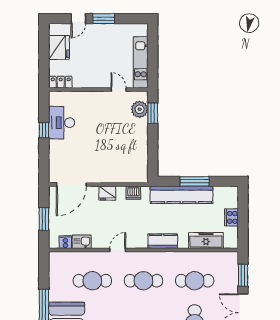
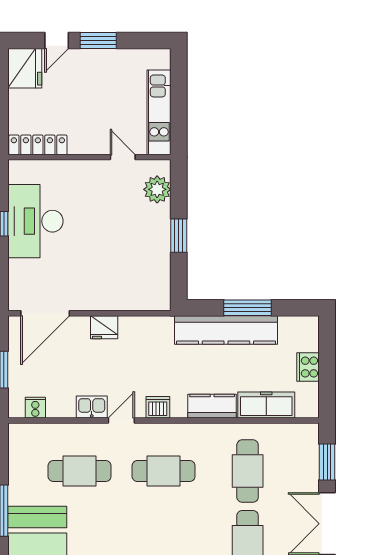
fridge: (59, 47) -> (25, 68), moved
locker: (61, 82) -> (38, 145), width x1.53
window: (153, 113) -> (179, 236), moved
desk: (62, 123) -> (35, 221), width x1.36, depth x1.30
dishwasher: (133, 193) -> (158, 407), moved, turned 180
kitchen counter: (163, 241) -> (212, 406), moved
kitchen sink: (82, 242) -> (92, 407), moved
cafe table: (195, 281) -> (248, 471), turned 90

